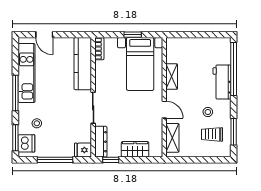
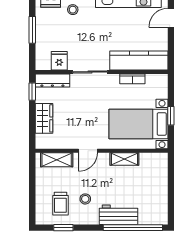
bookcase: (99, 49) -> (132, 79), moved
window: (234, 132) -> (63, 228), width x0.67
trolley: (212, 134) -> (60, 204), turned 180
fridge: (83, 150) -> (59, 61), moved
window: (55, 160) -> (32, 30), width x0.69

